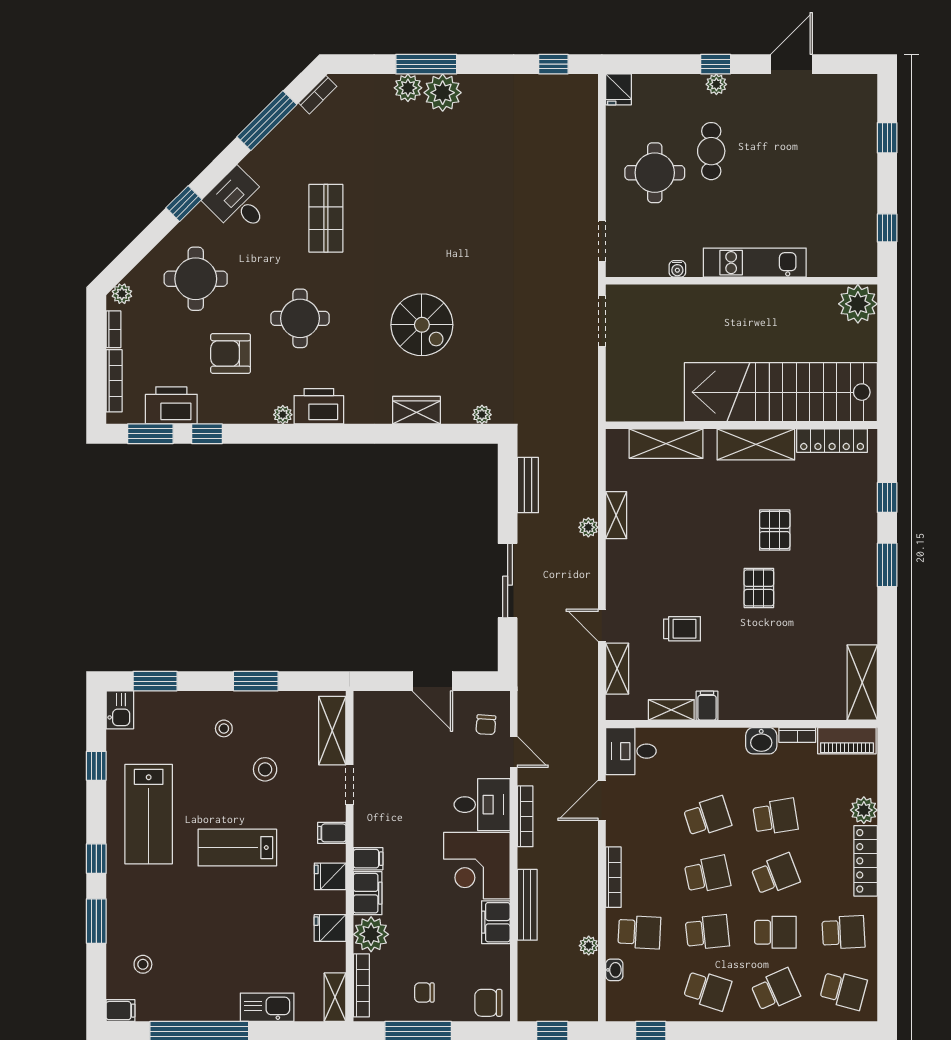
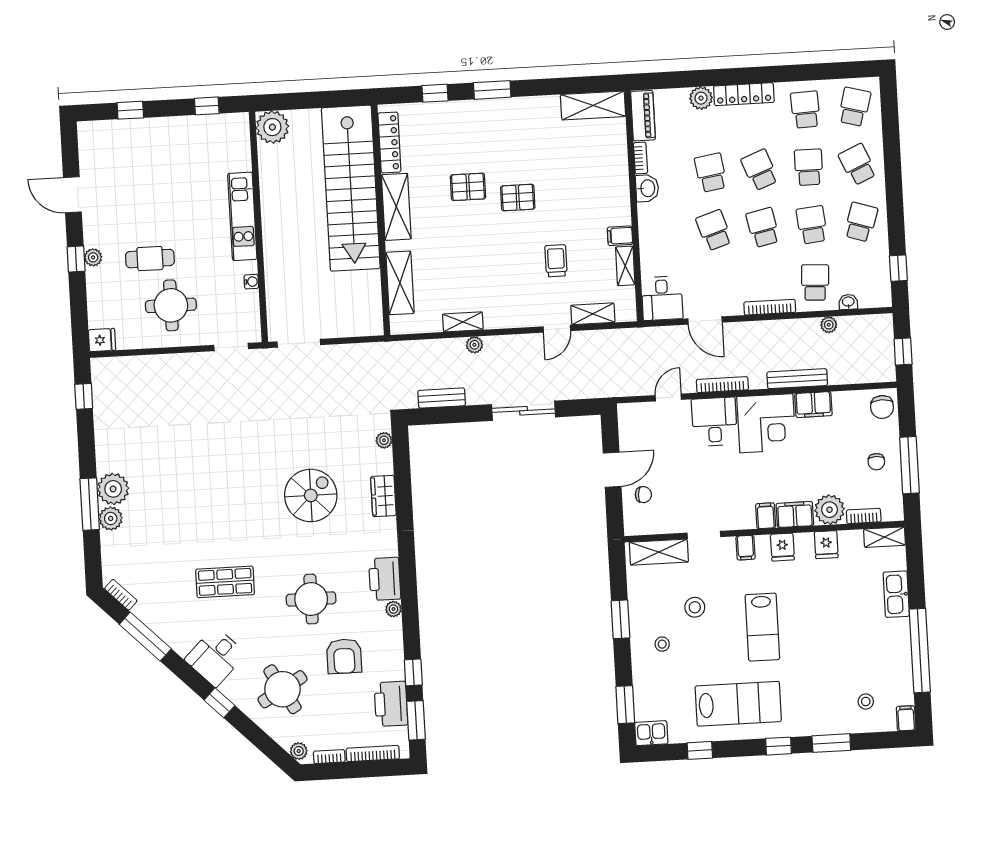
round table: (196, 279) -> (282, 689), turned -30
chair: (486, 725) -> (643, 495), moved
bookcase: (361, 985) -> (864, 516), width x0.64

